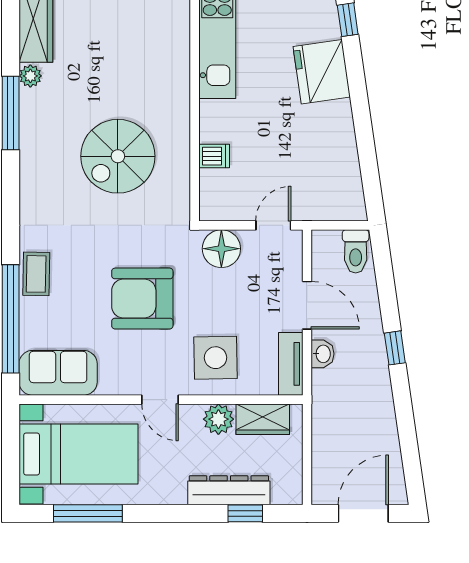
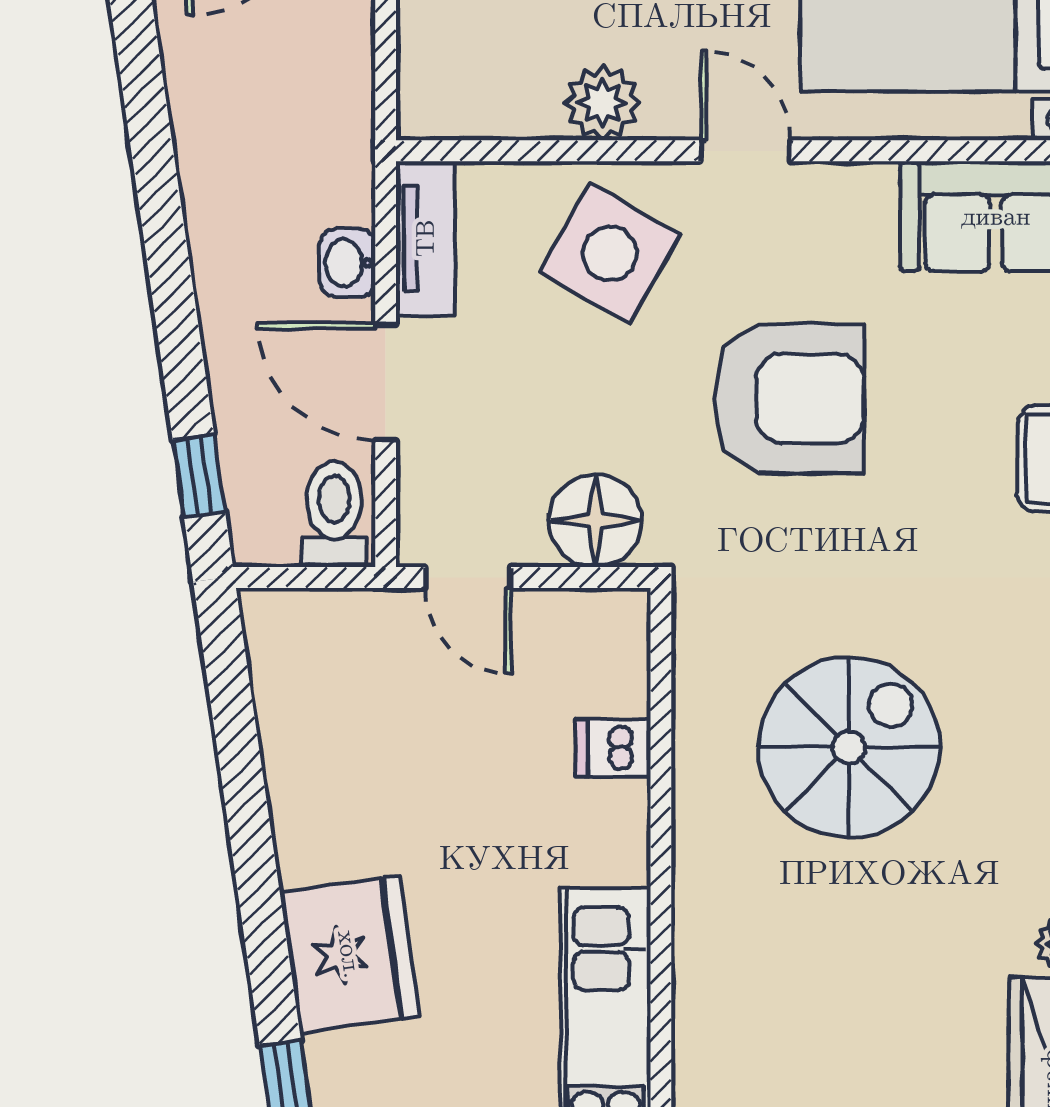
door: (273, 225) -> (468, 577), hinge flipped
toilet: (356, 251) -> (334, 514), moved
window: (395, 348) -> (199, 476), moved
side table: (216, 358) -> (610, 254), turned 31
wardrobe: (263, 419) -> (494, 103), removed

